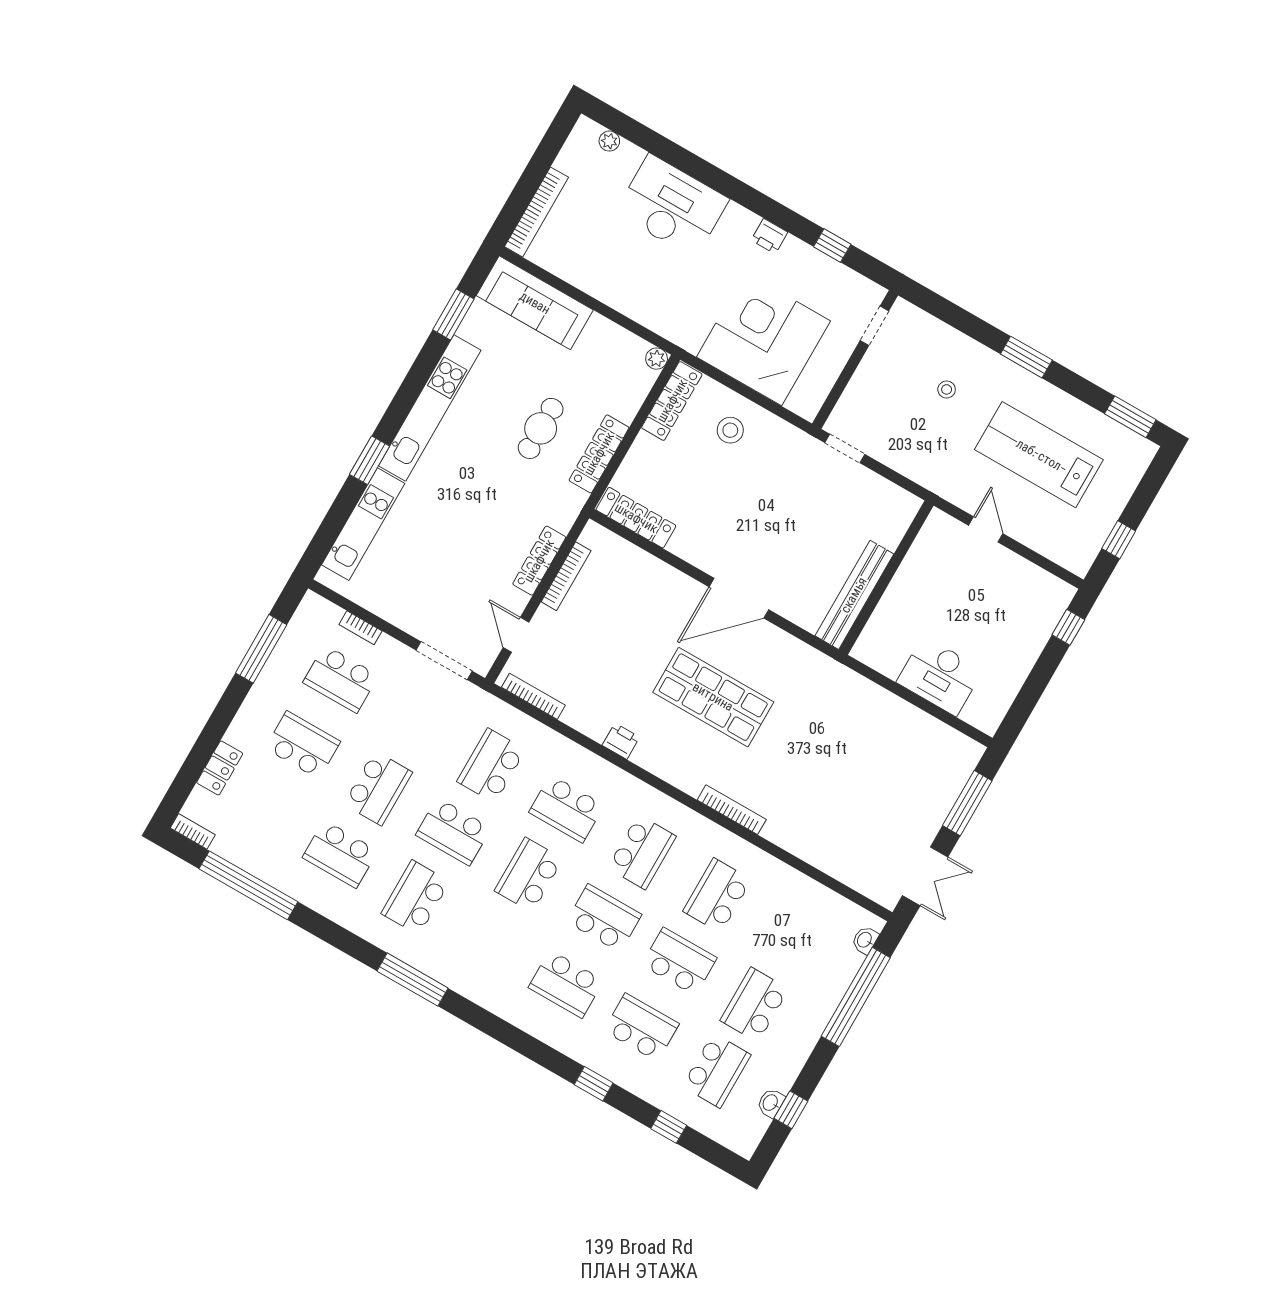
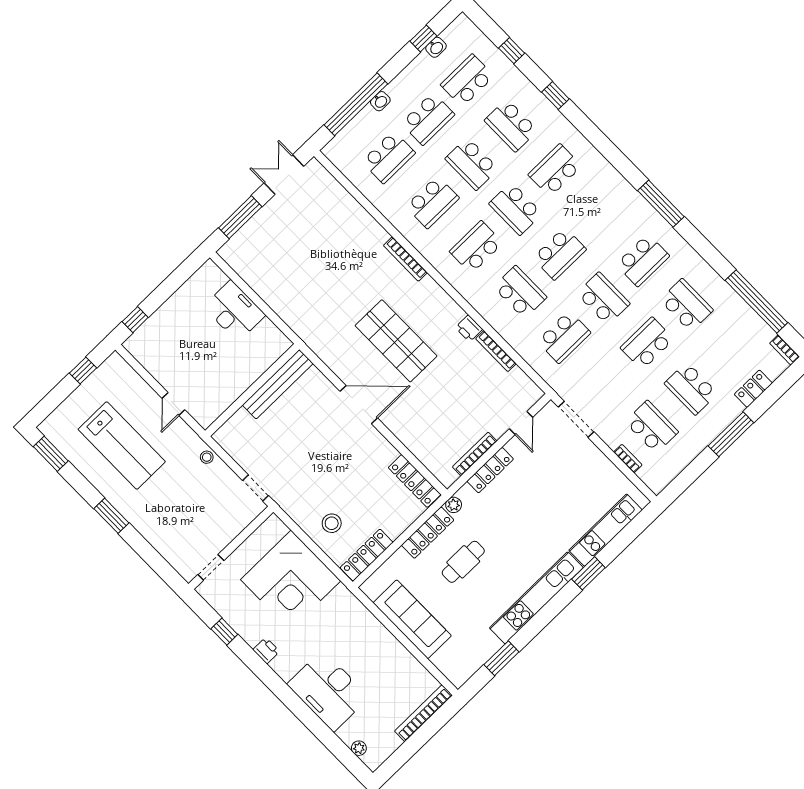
sofa: (535, 303) -> (412, 619), moved
plant: (657, 359) -> (454, 505), moved
stool: (947, 389) -> (207, 457), moved
window: (261, 649) -> (731, 434), moved
bookcase: (533, 696) -> (496, 351), moved
school desk: (792, 939) -> (388, 157), added
washbasin: (865, 940) -> (380, 101), moved
school desk: (566, 984) -> (555, 170), turned -90

